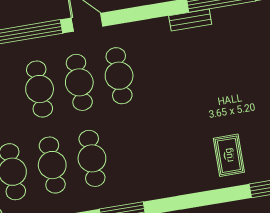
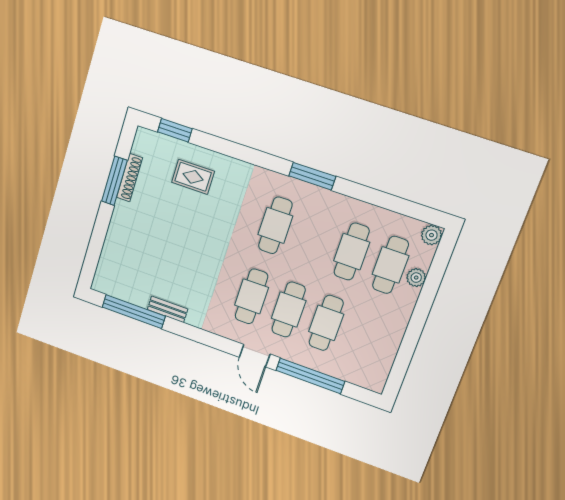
rug: (229, 155) -> (193, 177), turned 90
cafe table: (92, 158) -> (275, 225), moved

